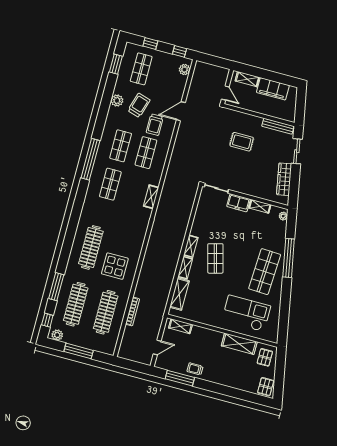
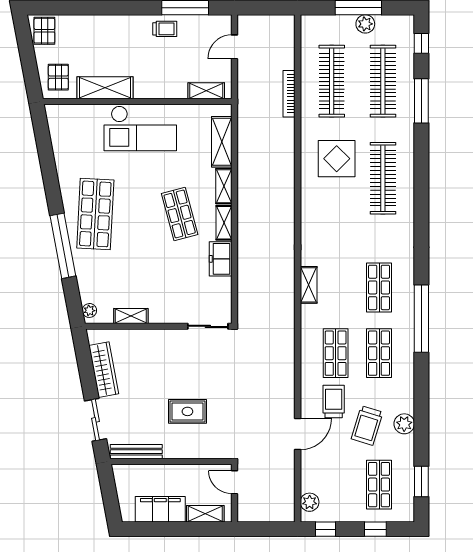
freezer: (238, 203) -> (221, 259), moved, turned -90
checkout: (246, 313) -> (140, 128), moved
plant: (57, 335) -> (365, 24), moved

